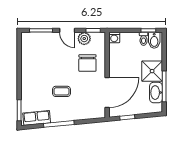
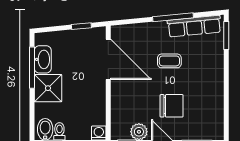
chair: (87, 63) -> (172, 106), moved, turned 90
door: (107, 93) -> (108, 59), swing flipped
row of seats: (37, 118) -> (194, 26), width x1.48

